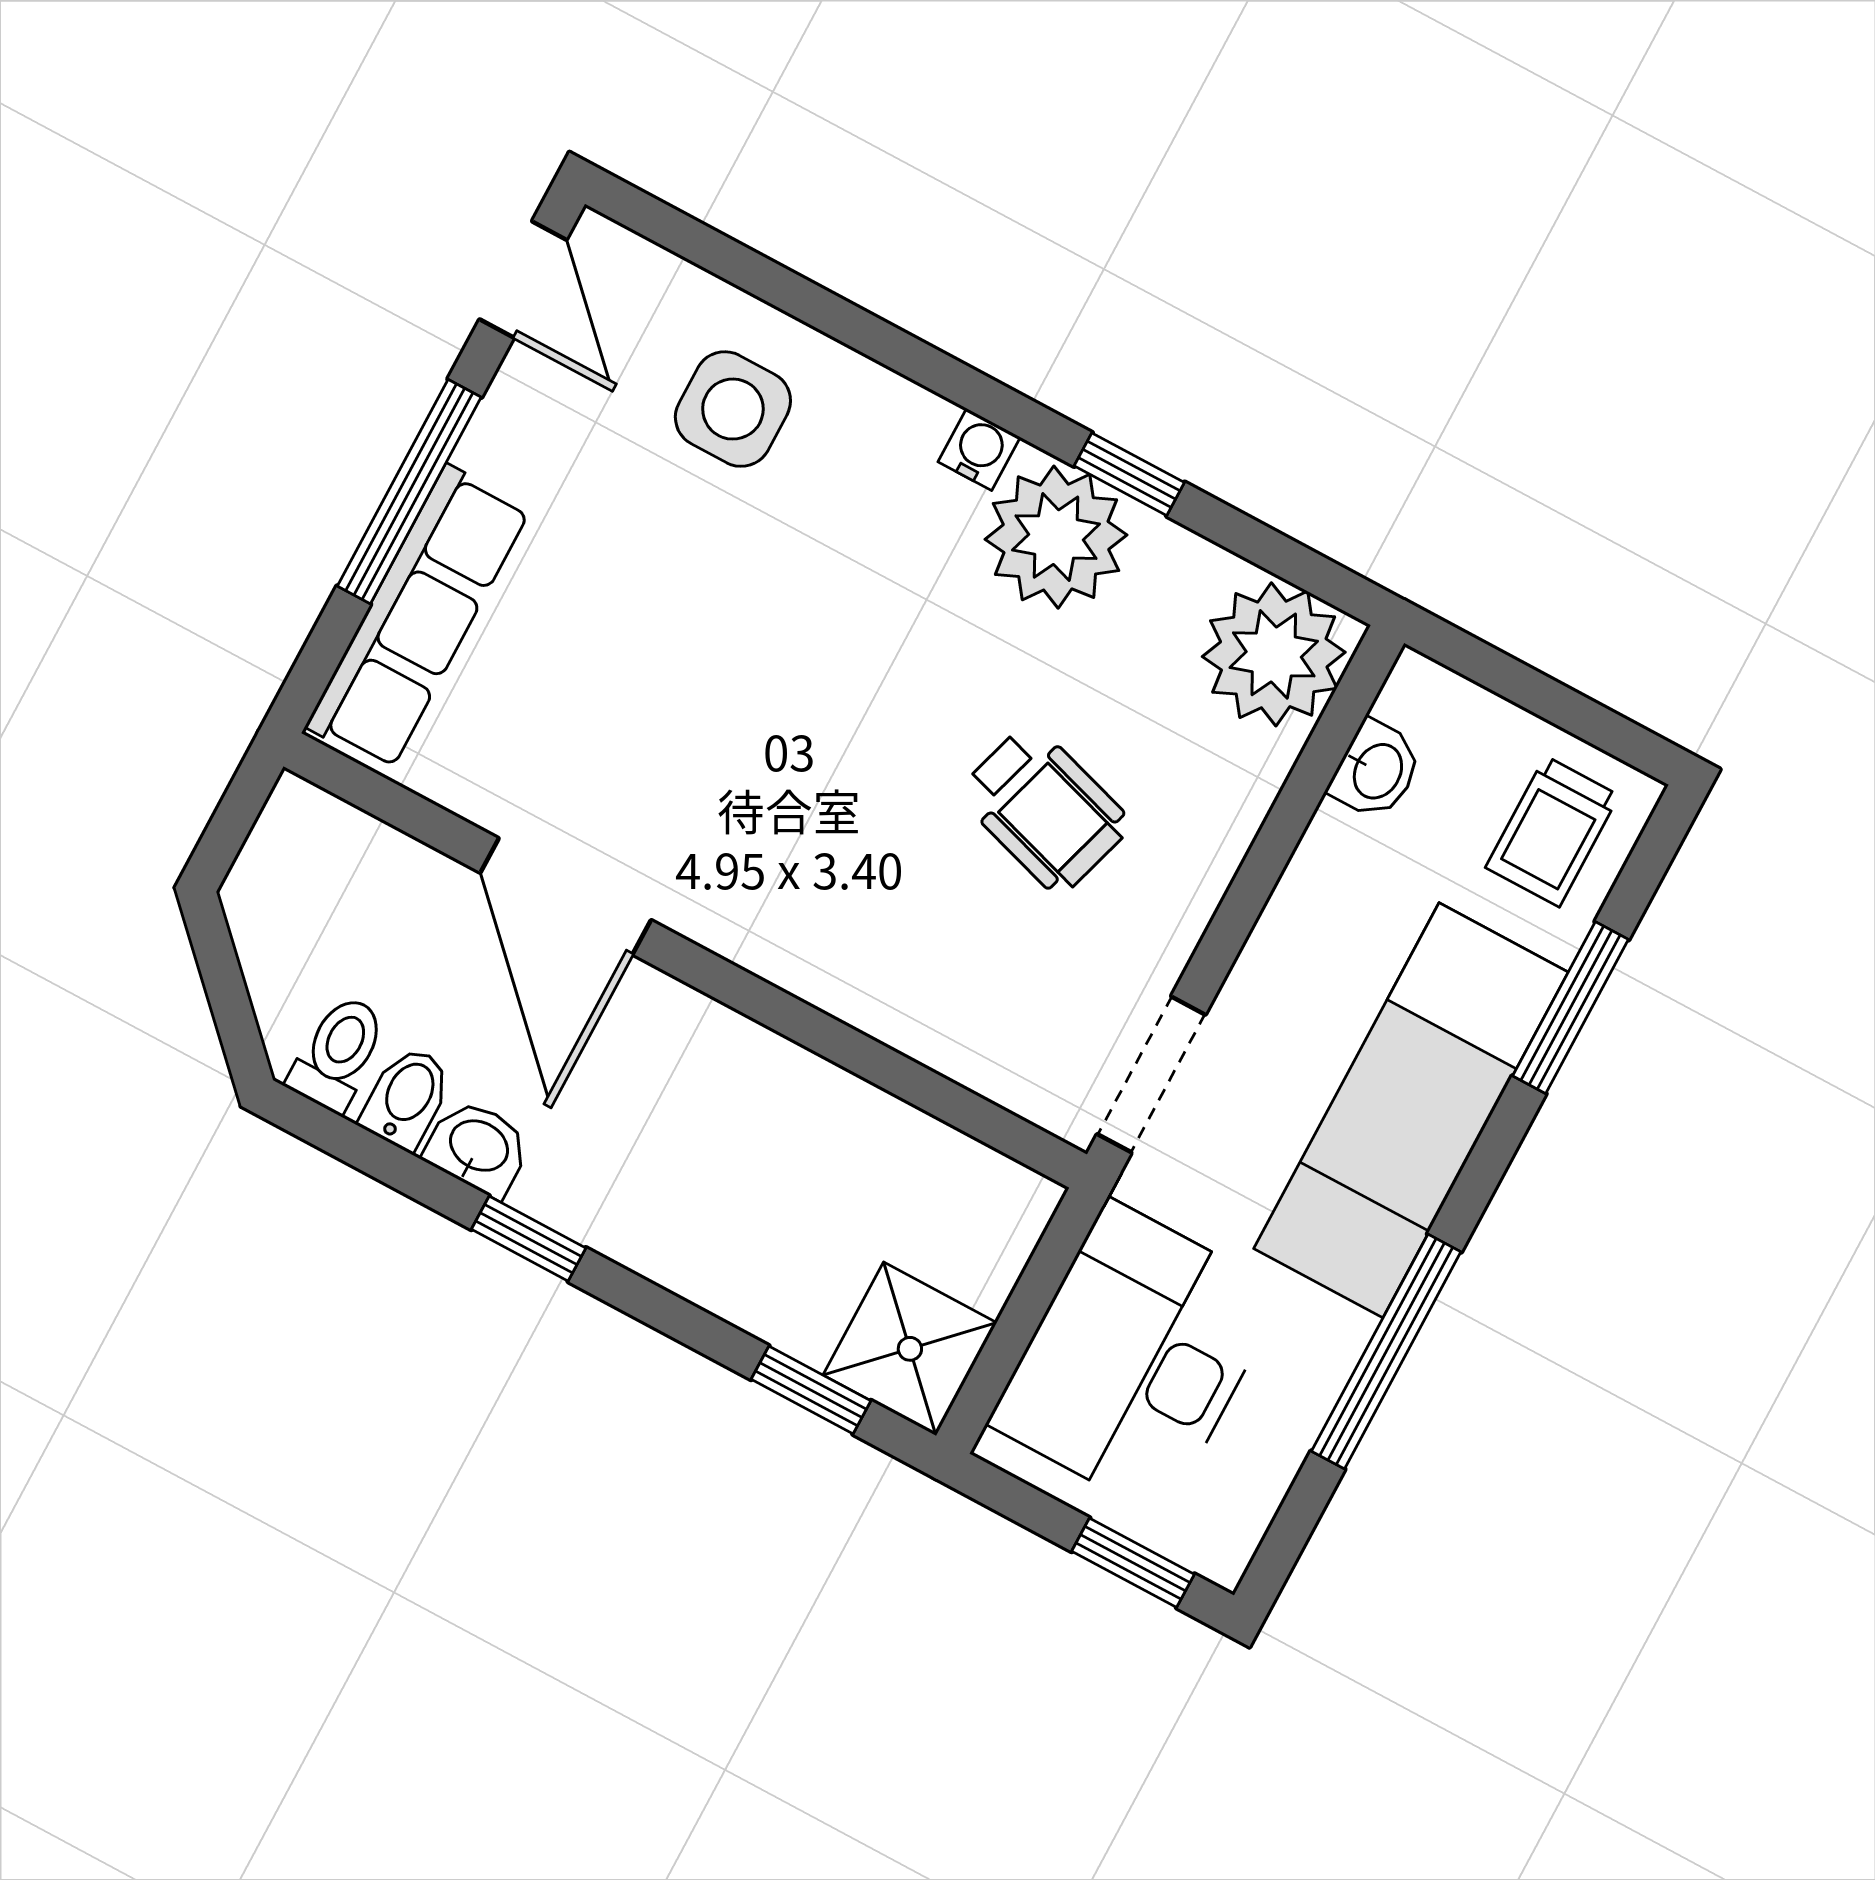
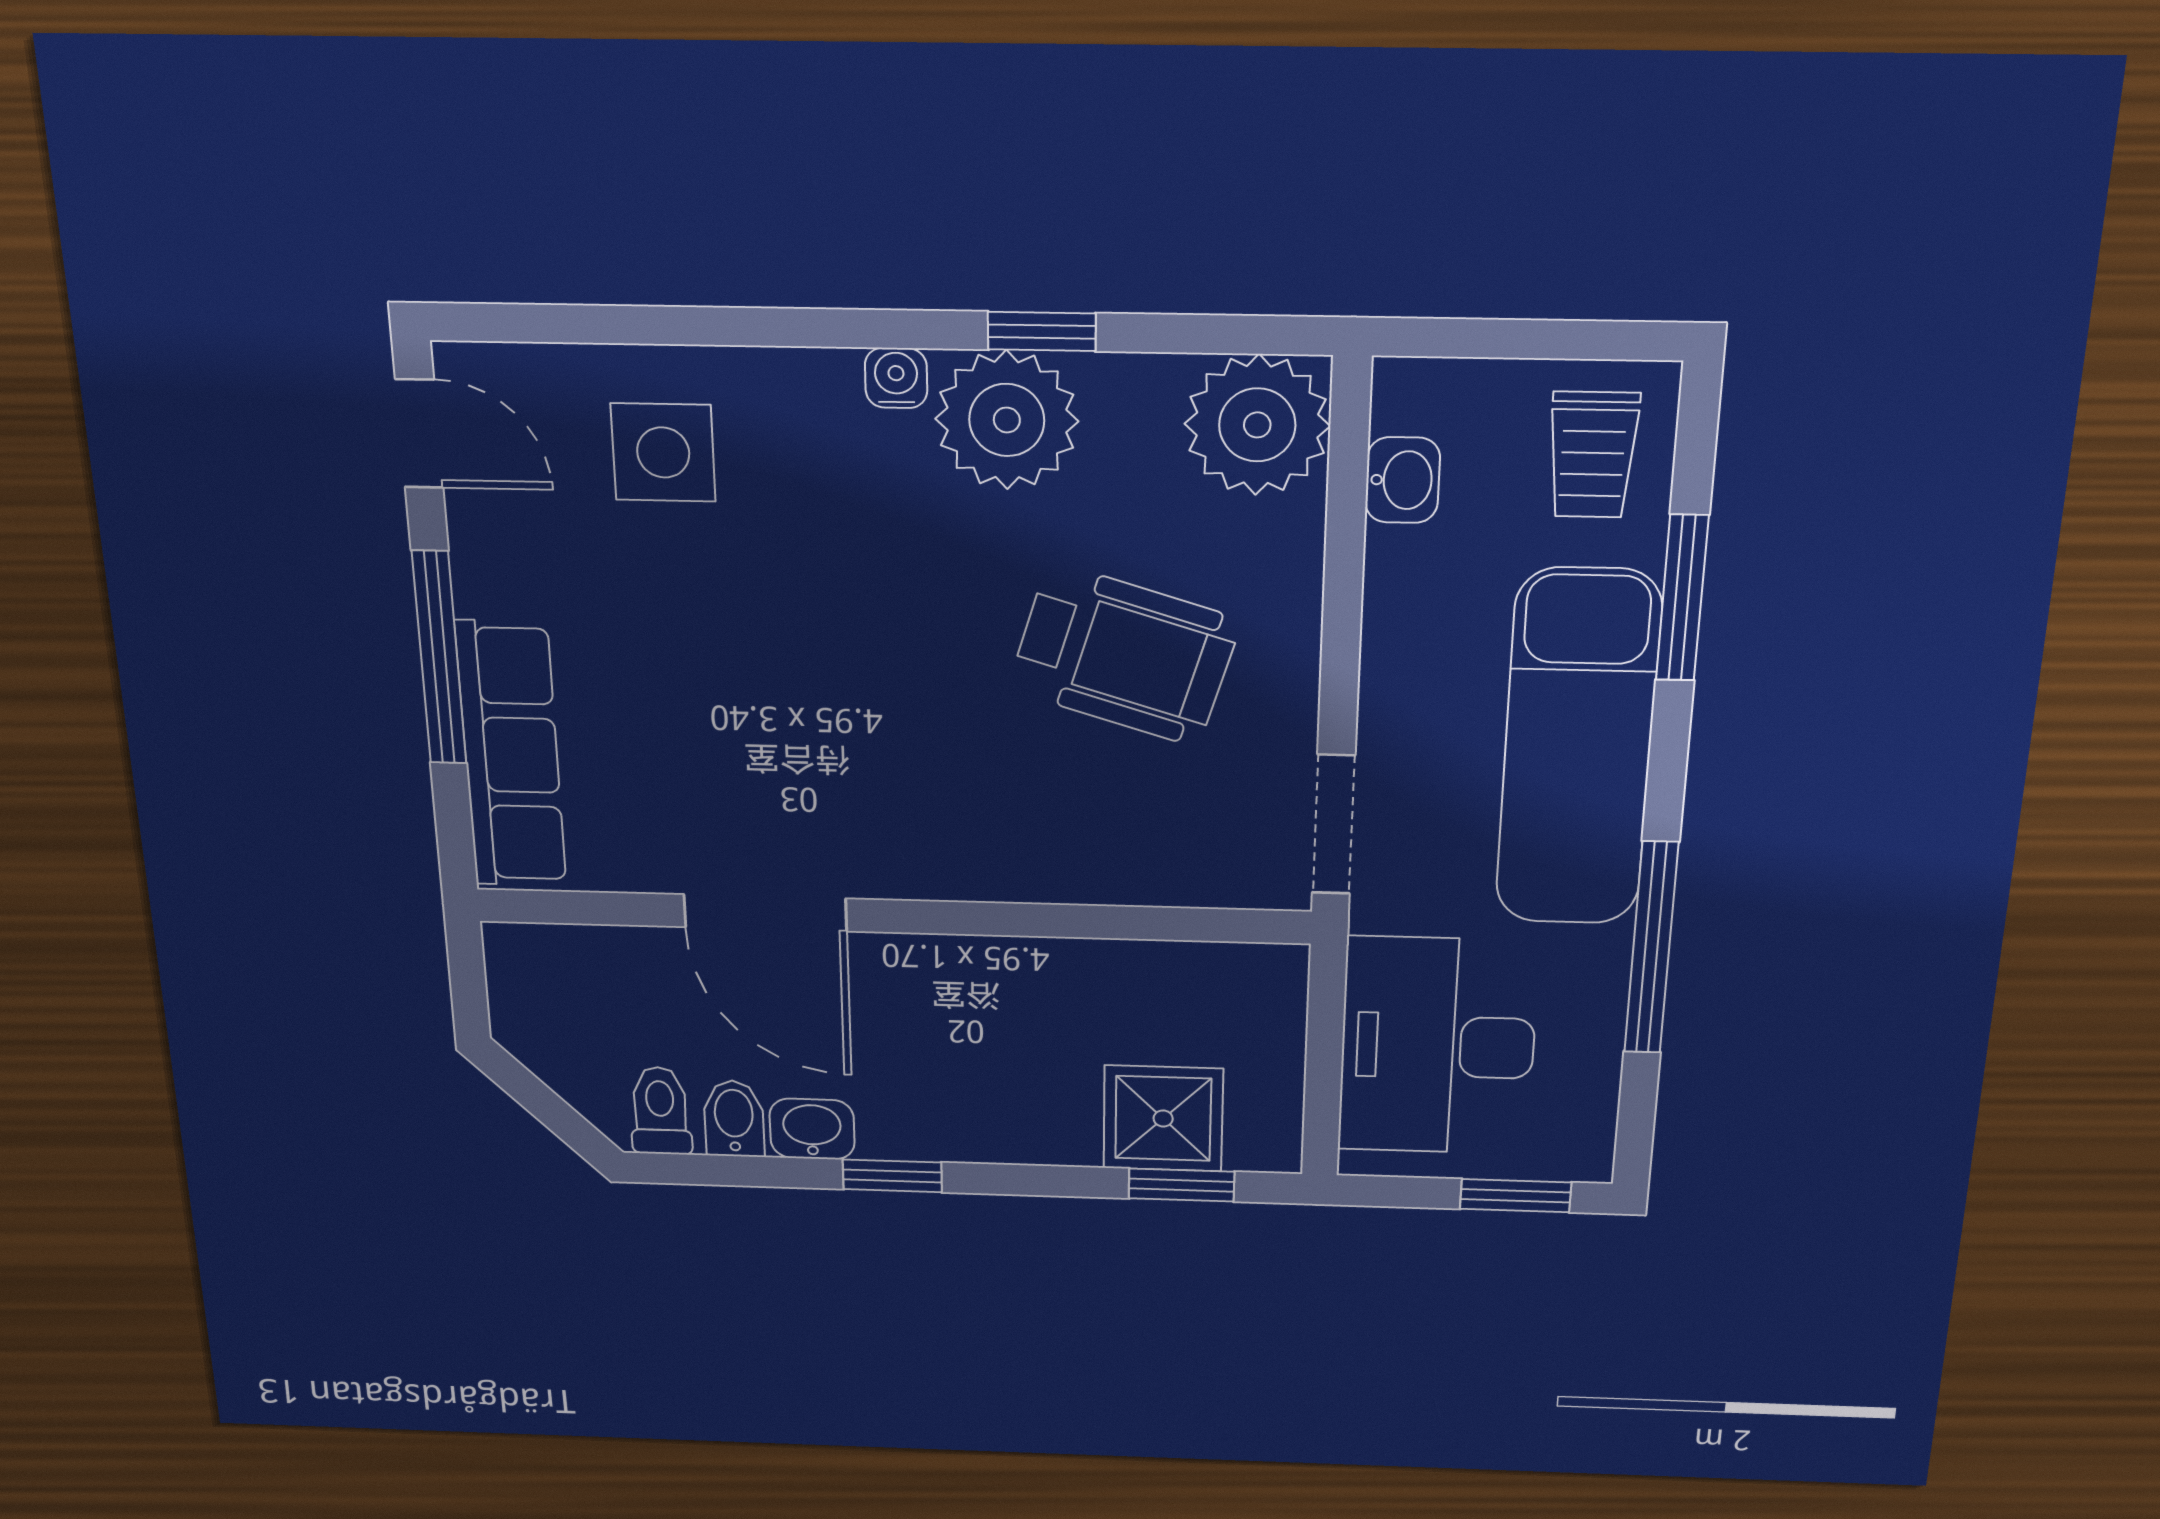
wheelchair: (1044, 809) -> (1124, 655), width x1.36, depth x1.37
shower: (910, 1349) -> (1163, 1119), moved

